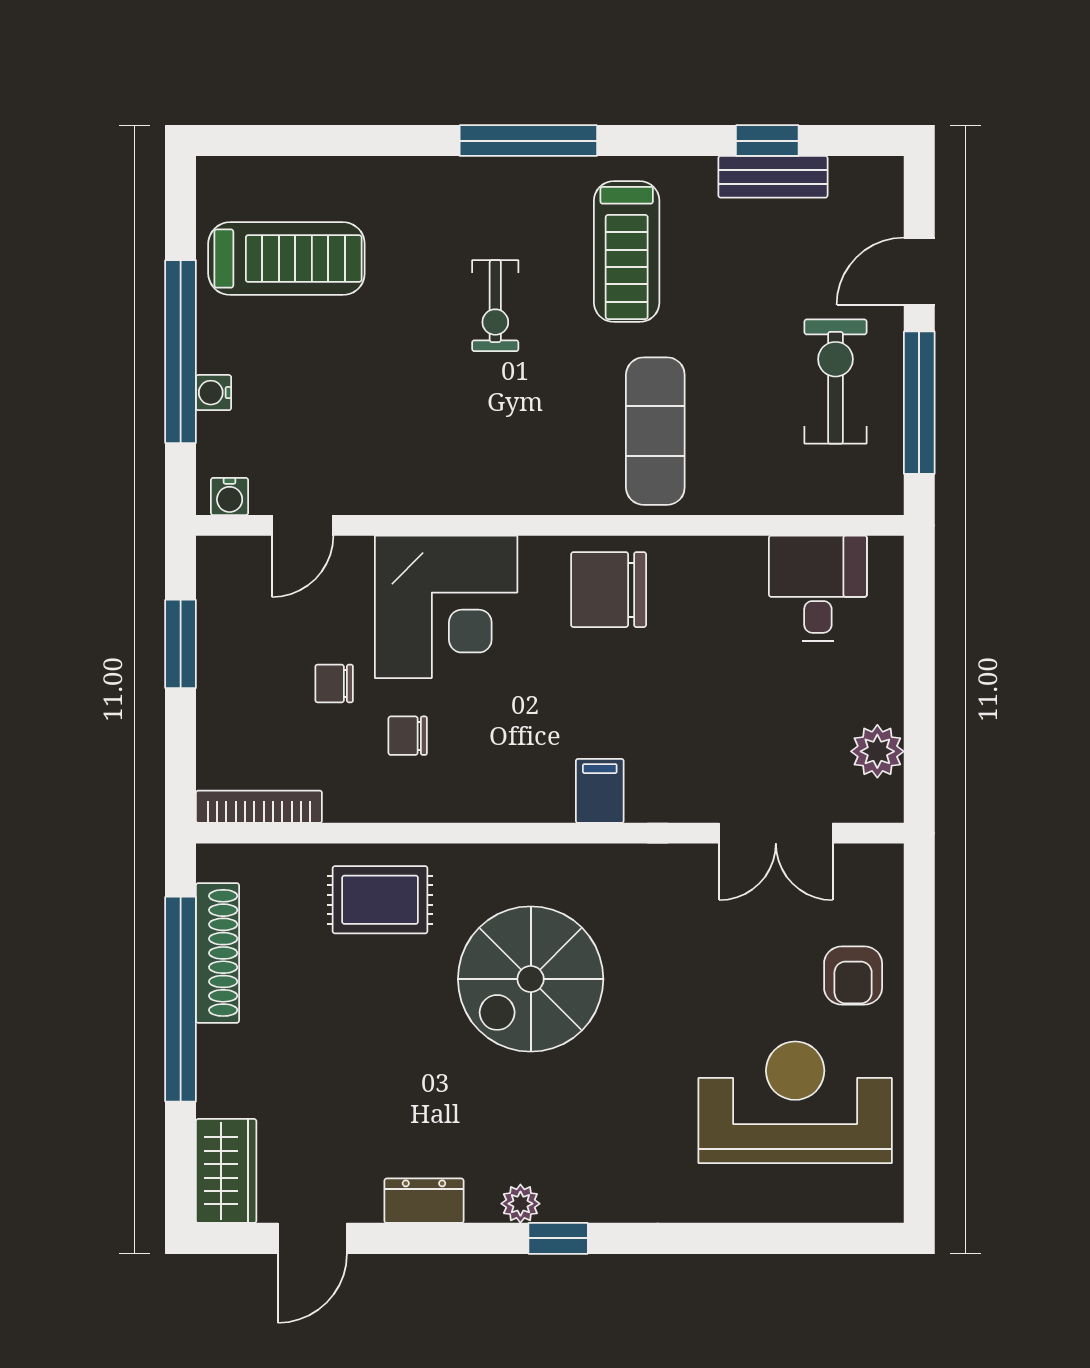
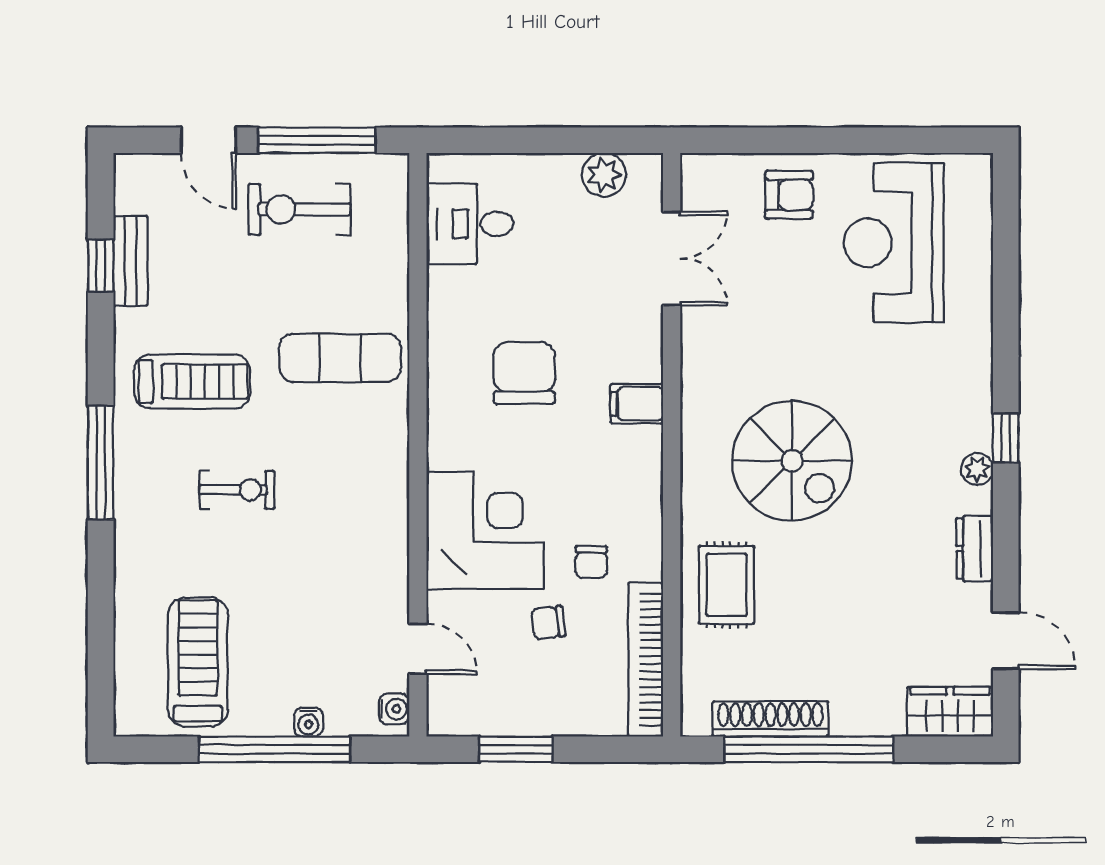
chair: (609, 590) -> (524, 373), moved, turned 180
chair: (334, 683) -> (548, 623), turned 83
bookcase: (259, 807) -> (646, 660), width x1.48, depth x1.31

